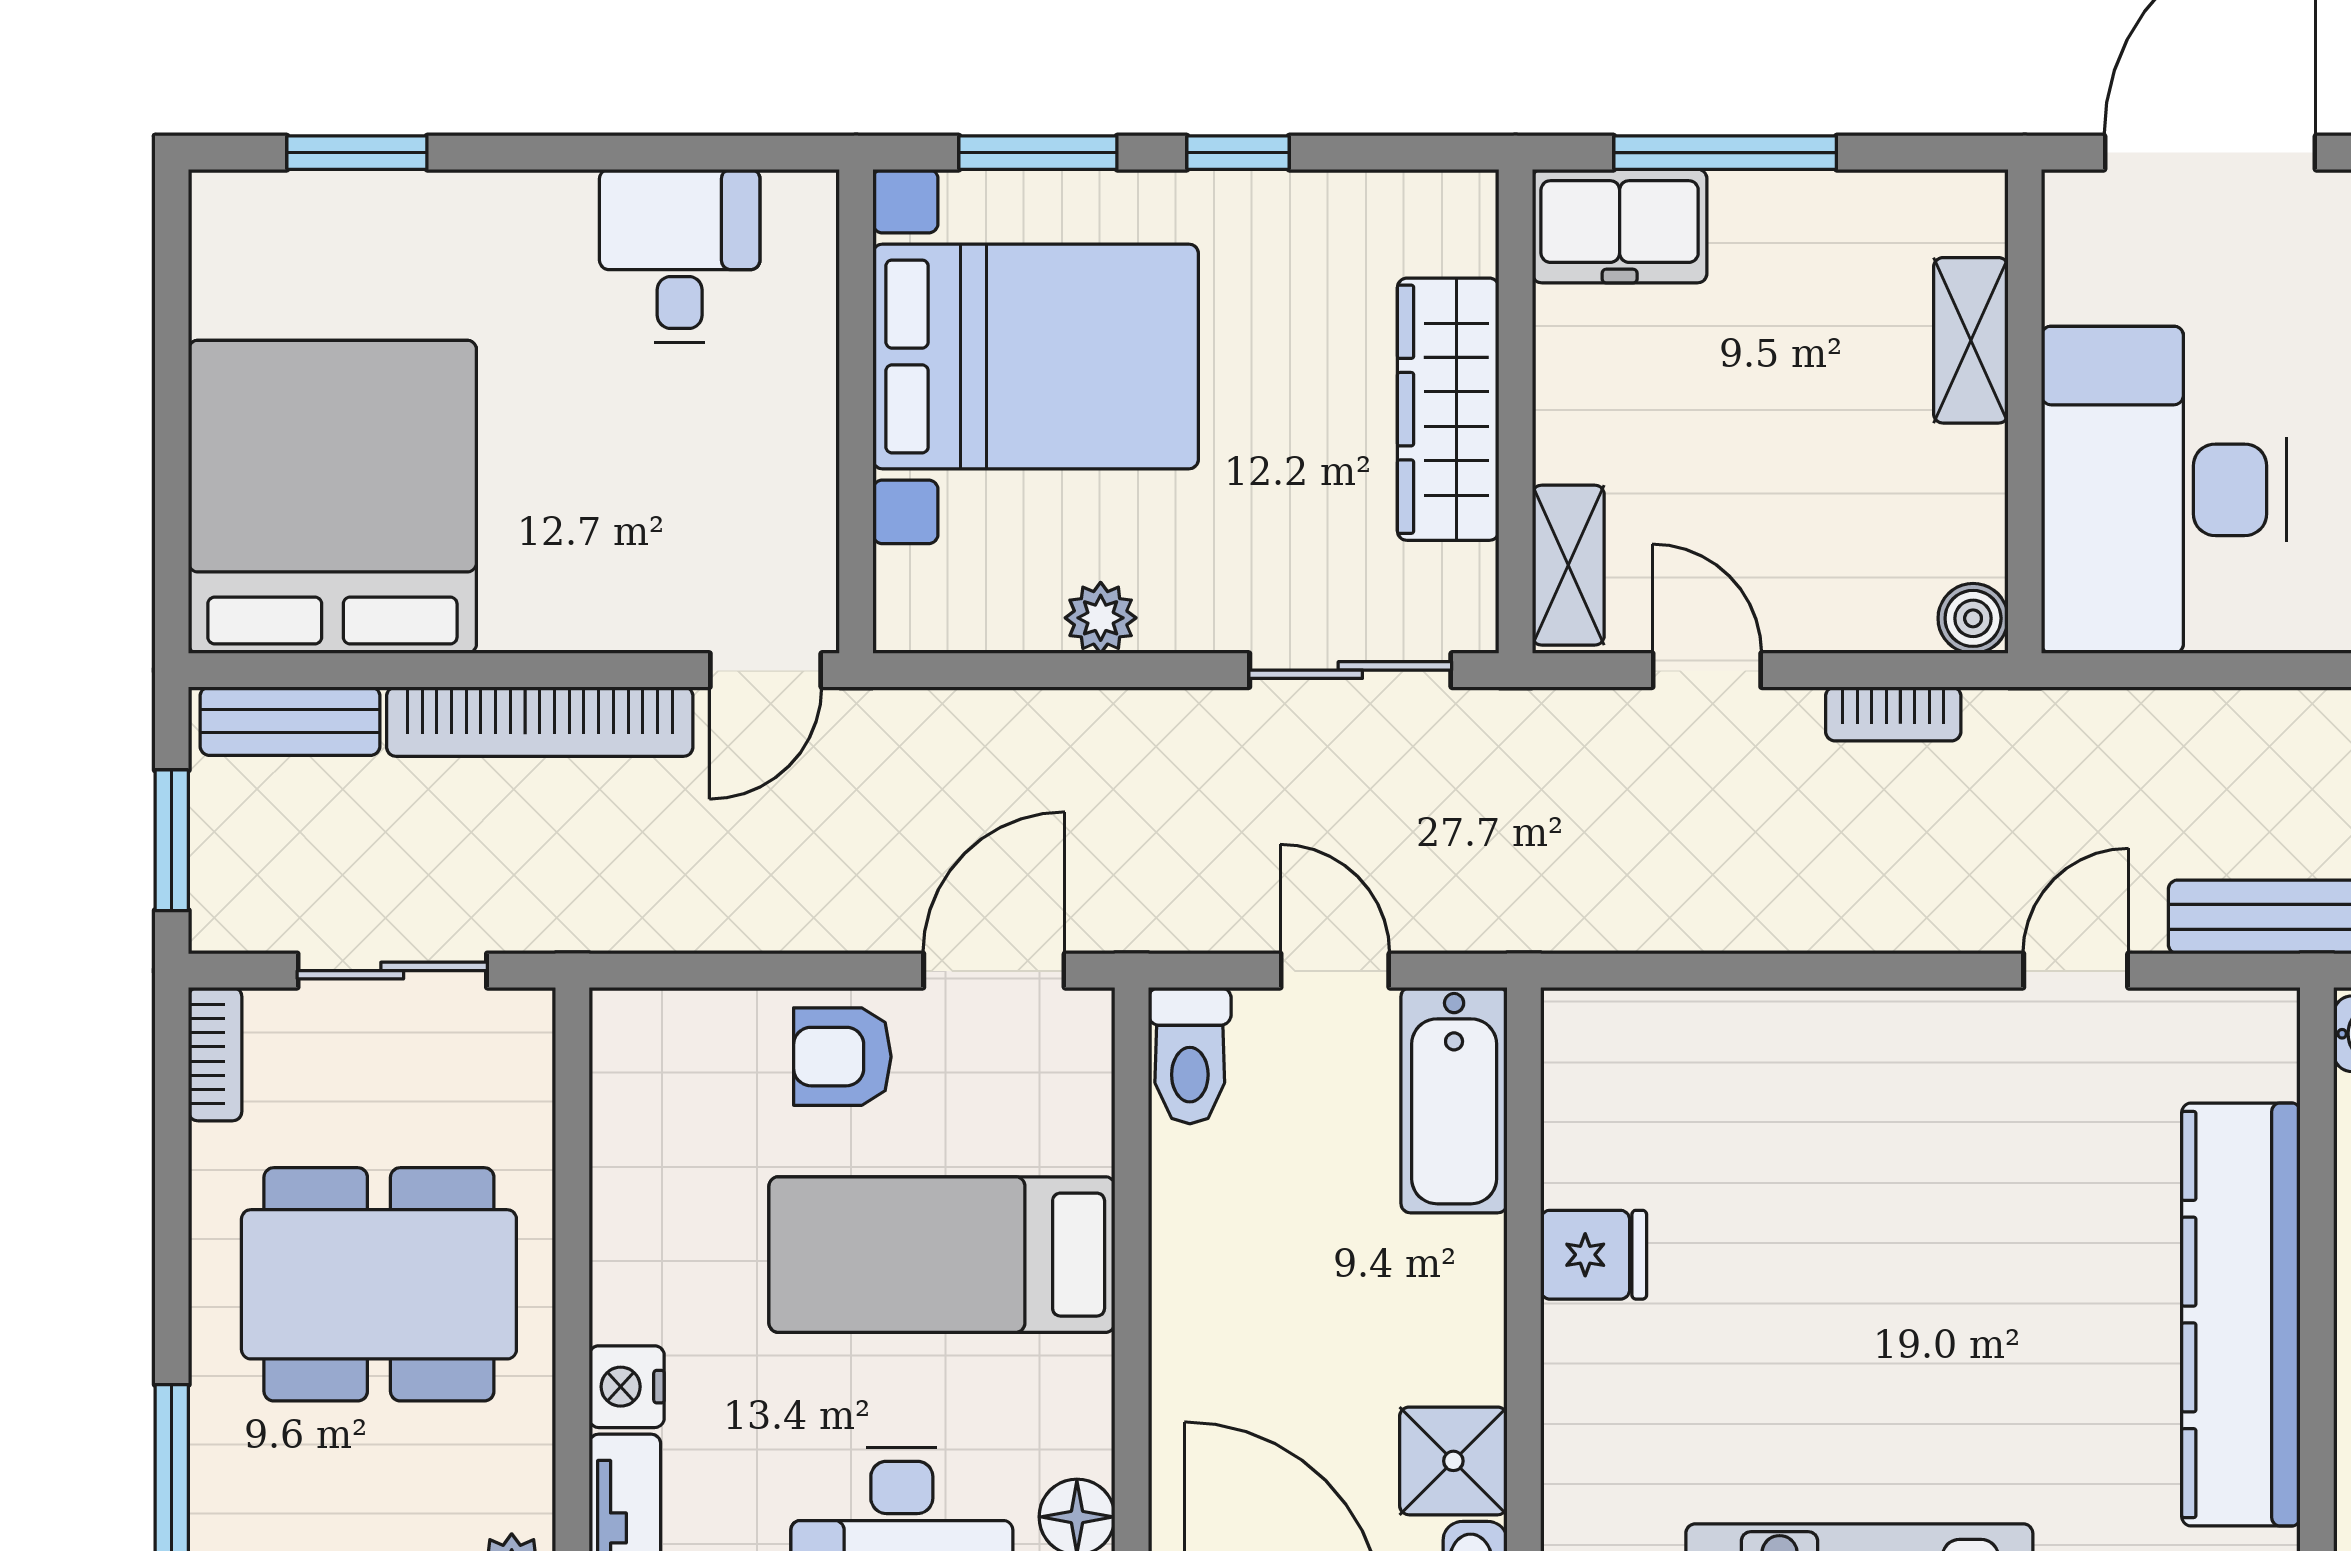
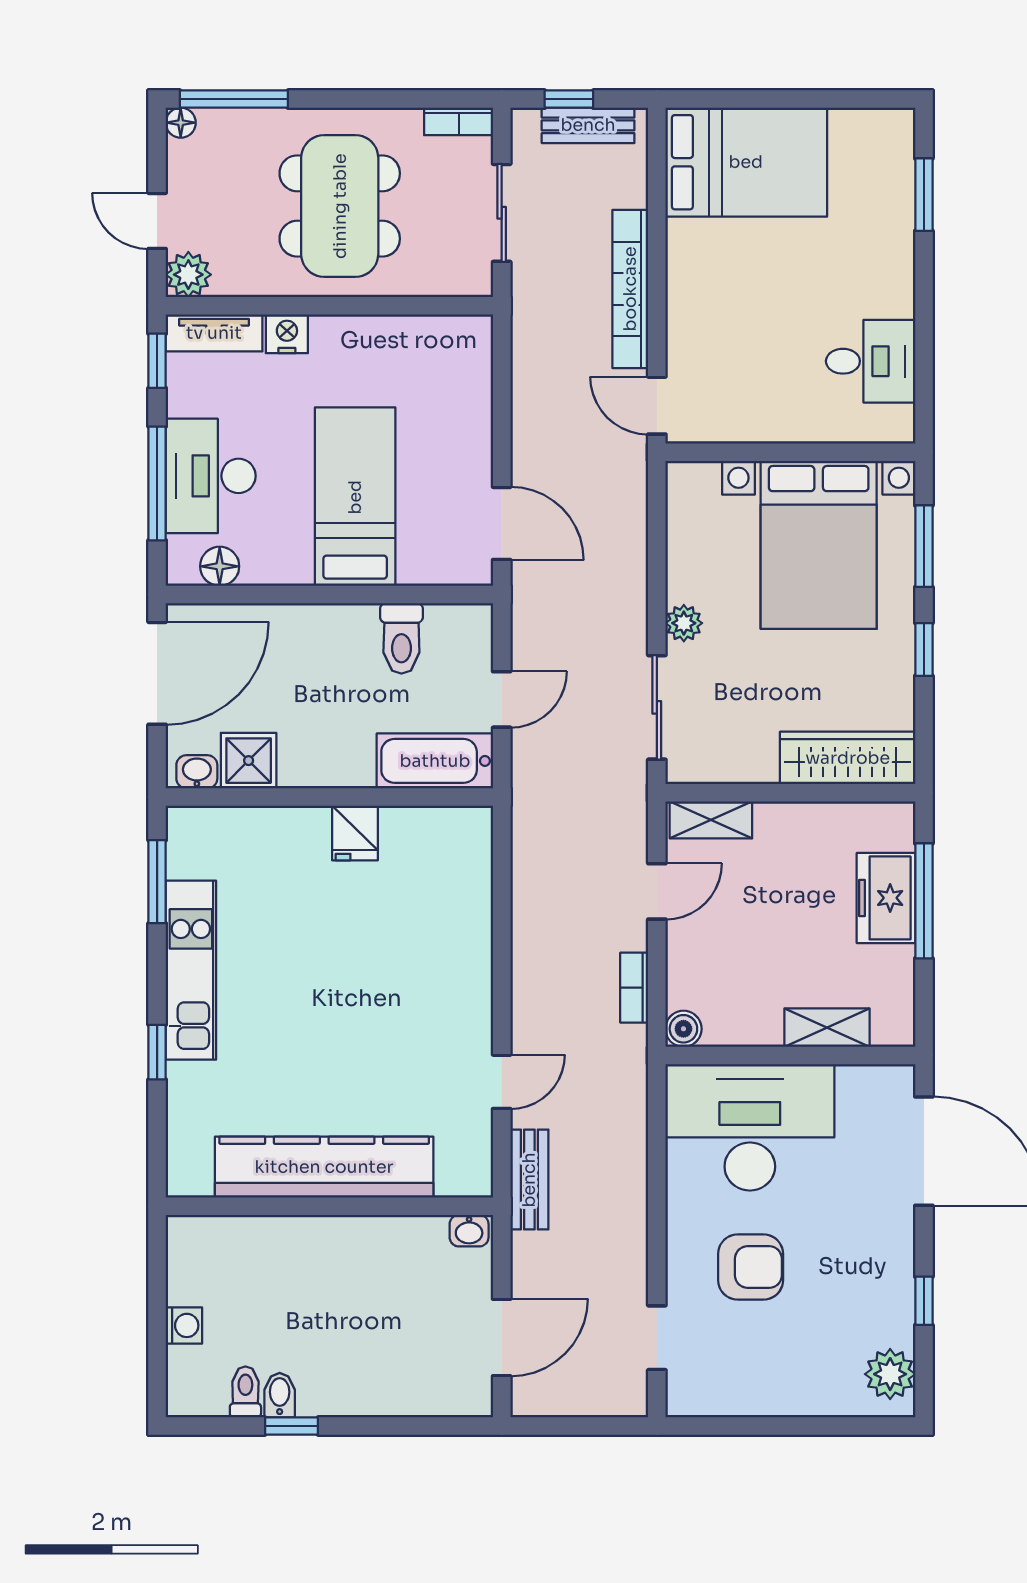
freezer: (1620, 226) -> (886, 898), moved
wardrobe: (1448, 409) -> (848, 758), moved
bed: (332, 497) -> (746, 162), width x0.73
plant: (1101, 618) -> (684, 623), moved
bench: (290, 721) -> (588, 125), moved, turned 90
window: (172, 840) -> (569, 99), width x0.67
door: (2076, 971) -> (502, 1082), hinge flipped
toilet: (1190, 1056) -> (401, 638), moved, turned -90
armchair: (842, 1057) -> (457, 445), removed

